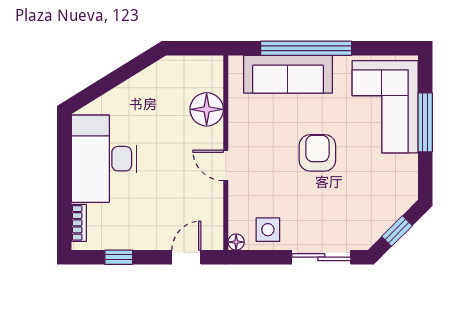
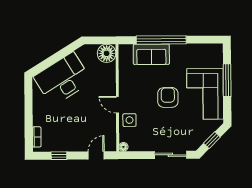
sofa: (288, 74) -> (151, 54), width x0.73
corner sofa: (385, 107) -> (205, 94), moved
floor lamp: (207, 109) -> (107, 53), moved
desk: (104, 159) -> (63, 79), moved, turned 58
side table: (268, 230) -> (129, 120), moved

